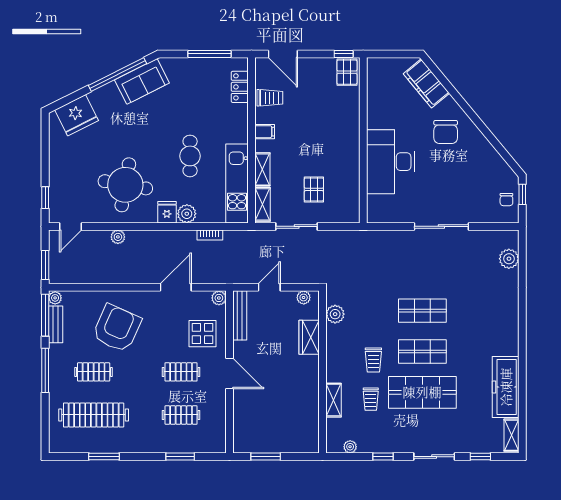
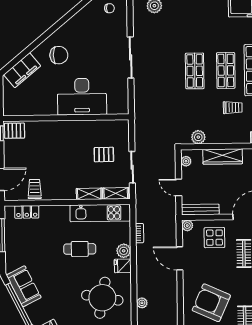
filing cabinet: (265, 132) -> (60, 193), removed
wardrobe: (309, 337) -> (223, 156), width x1.50

